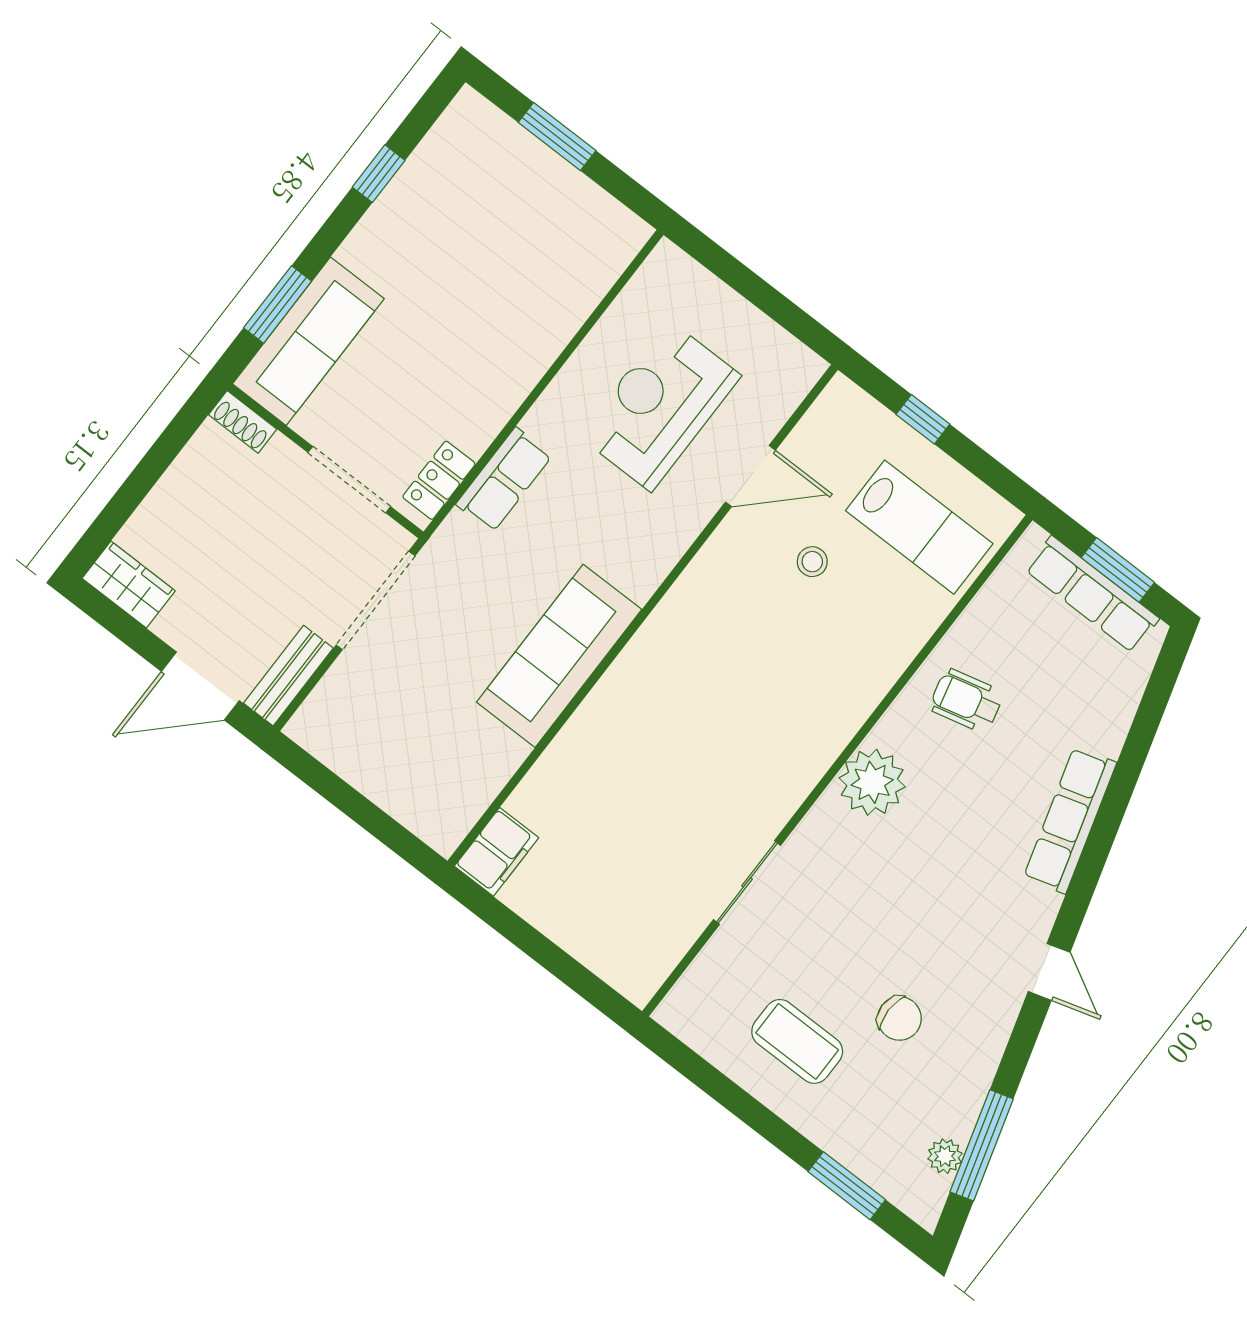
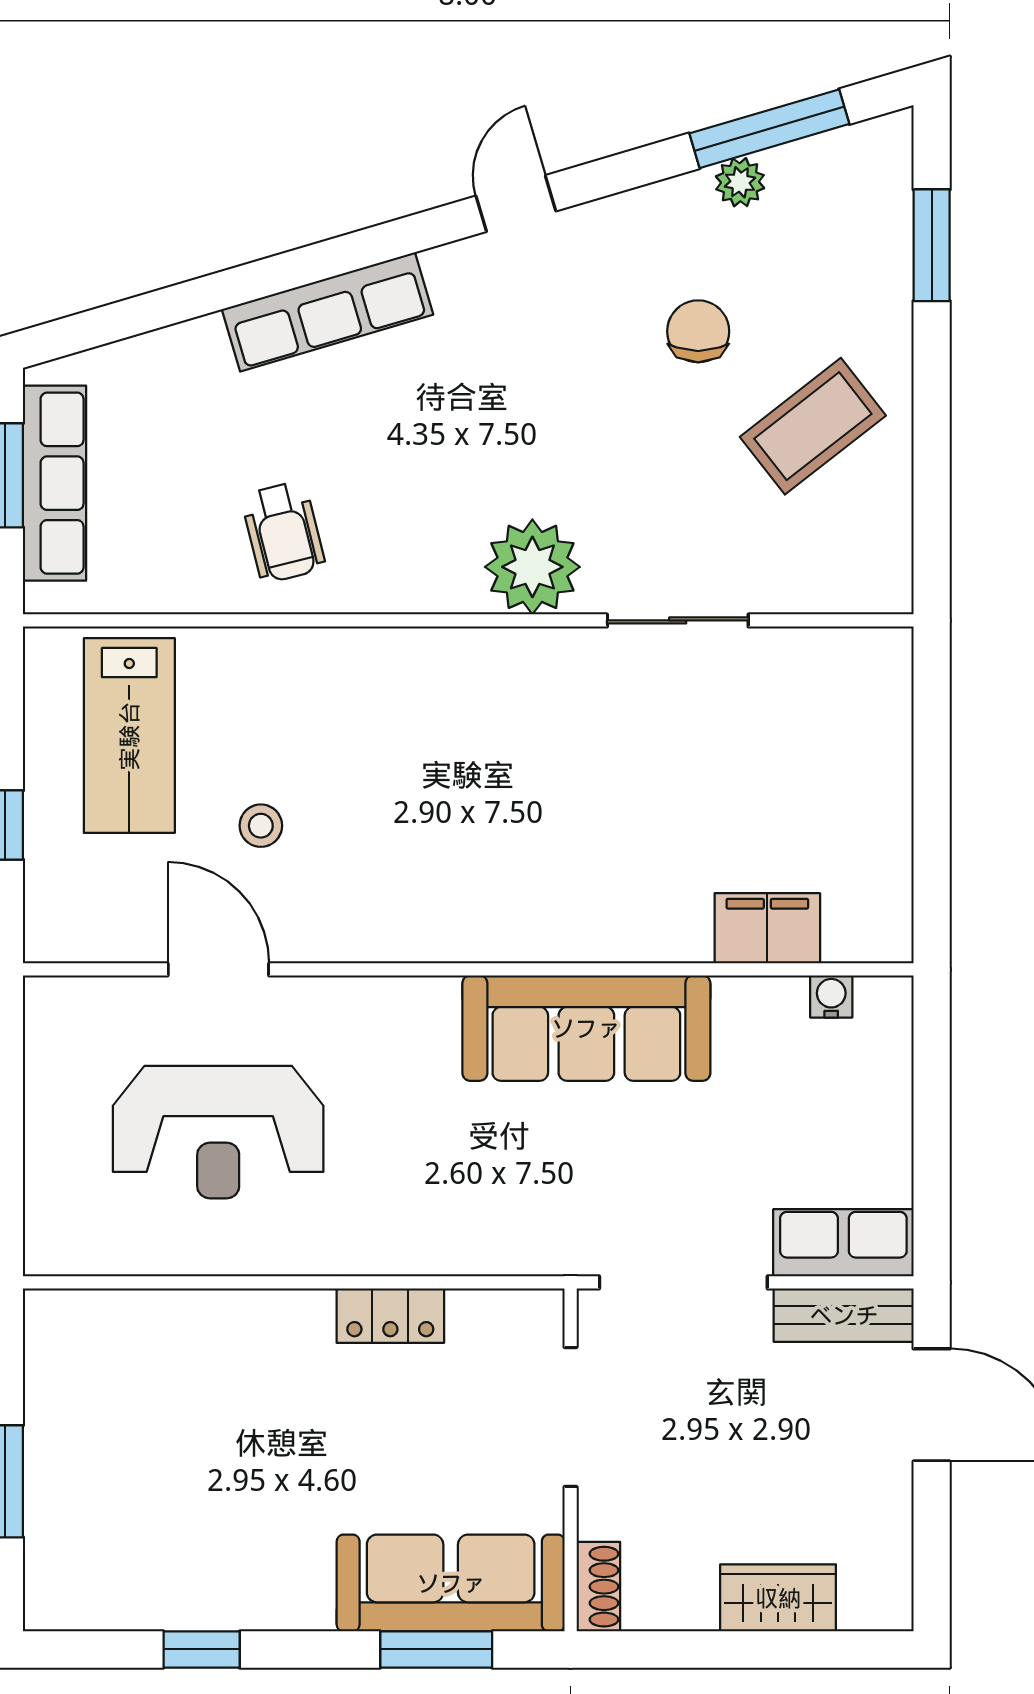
locker: (439, 480) -> (390, 1316), moved
row of seats: (504, 480) -> (843, 1243), moved
lab bench: (919, 527) -> (129, 736), turned 180
wardrobe: (129, 585) -> (778, 1598), moved, turned 90
plant: (872, 782) -> (532, 567), moved
water cooler: (471, 806) -> (831, 997), added
filing cabinet: (497, 852) -> (767, 928), moved
coffee table: (797, 1041) -> (813, 426), turned 52
plant: (945, 1156) -> (740, 182), moved

